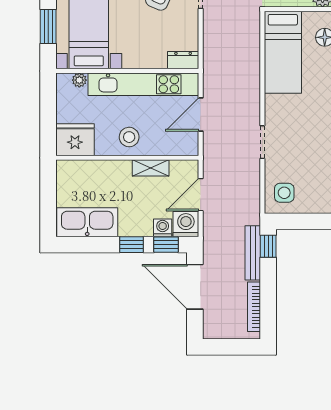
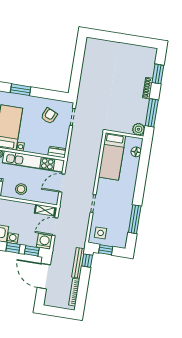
shelving: (151, 168) -> (45, 210), moved
window: (298, 221) -> (106, 250), added
washing machine: (163, 228) -> (13, 238), moved

